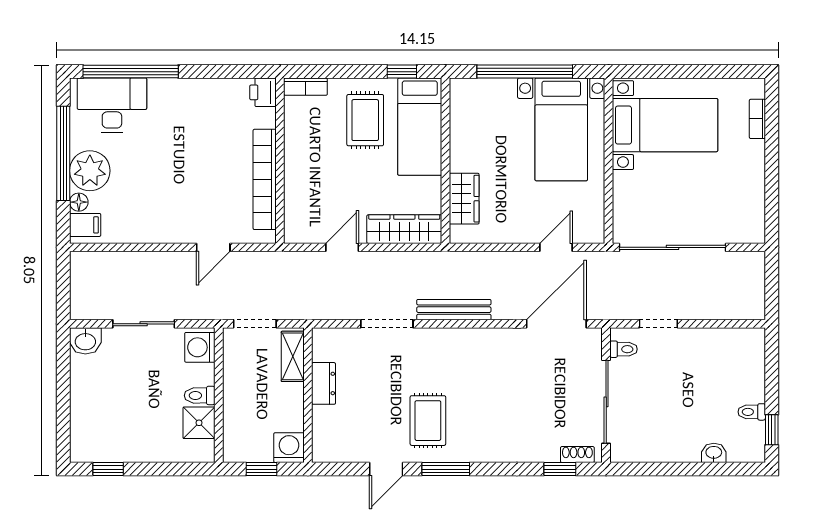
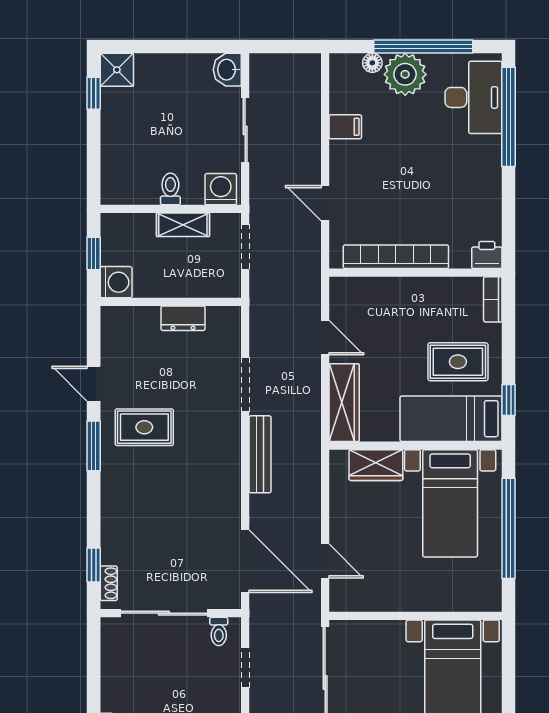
bed with nightstands: (561, 129) -> (450, 503), moved, turned -90
filing cabinet: (85, 225) -> (345, 127), moved, turned -90
shelving: (293, 356) -> (183, 225), moved
shower: (199, 423) -> (117, 70), moved

